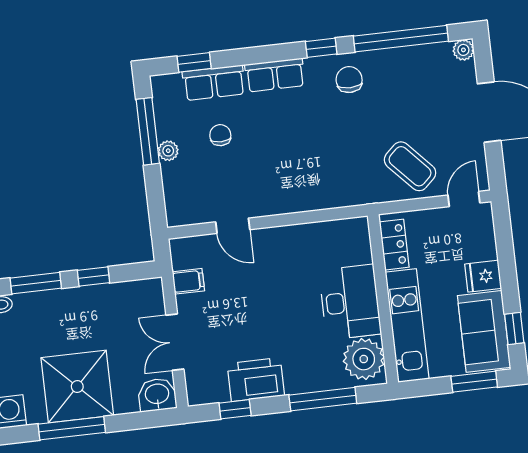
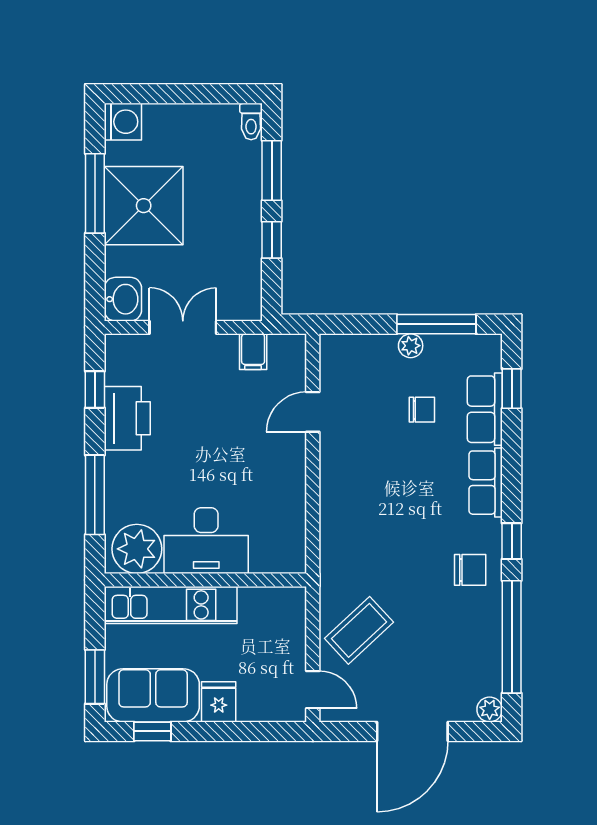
locker: (394, 245) -> (268, 601), removed

